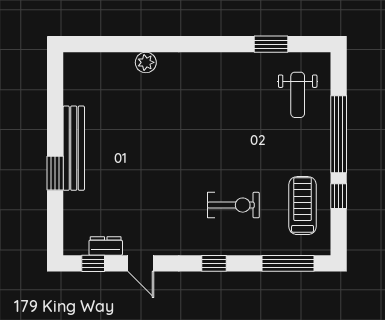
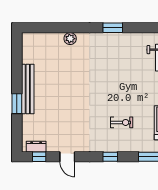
window: (271, 44) -> (113, 28), moved
exercise bike: (233, 205) -> (122, 122), width x0.73, depth x0.72
dresser: (106, 246) -> (36, 147), moved

